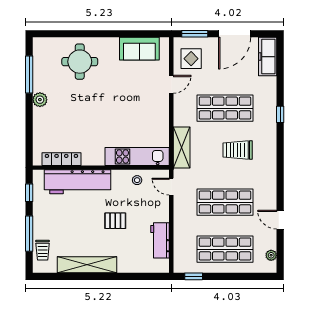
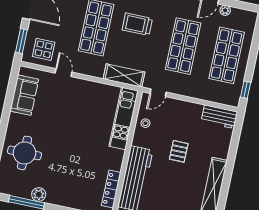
plant: (40, 100) -> (39, 194), moved
trolley: (238, 150) -> (137, 24), turned 90
workbench: (160, 240) -> (219, 117), moved
plant: (271, 255) -> (225, 10), moved

